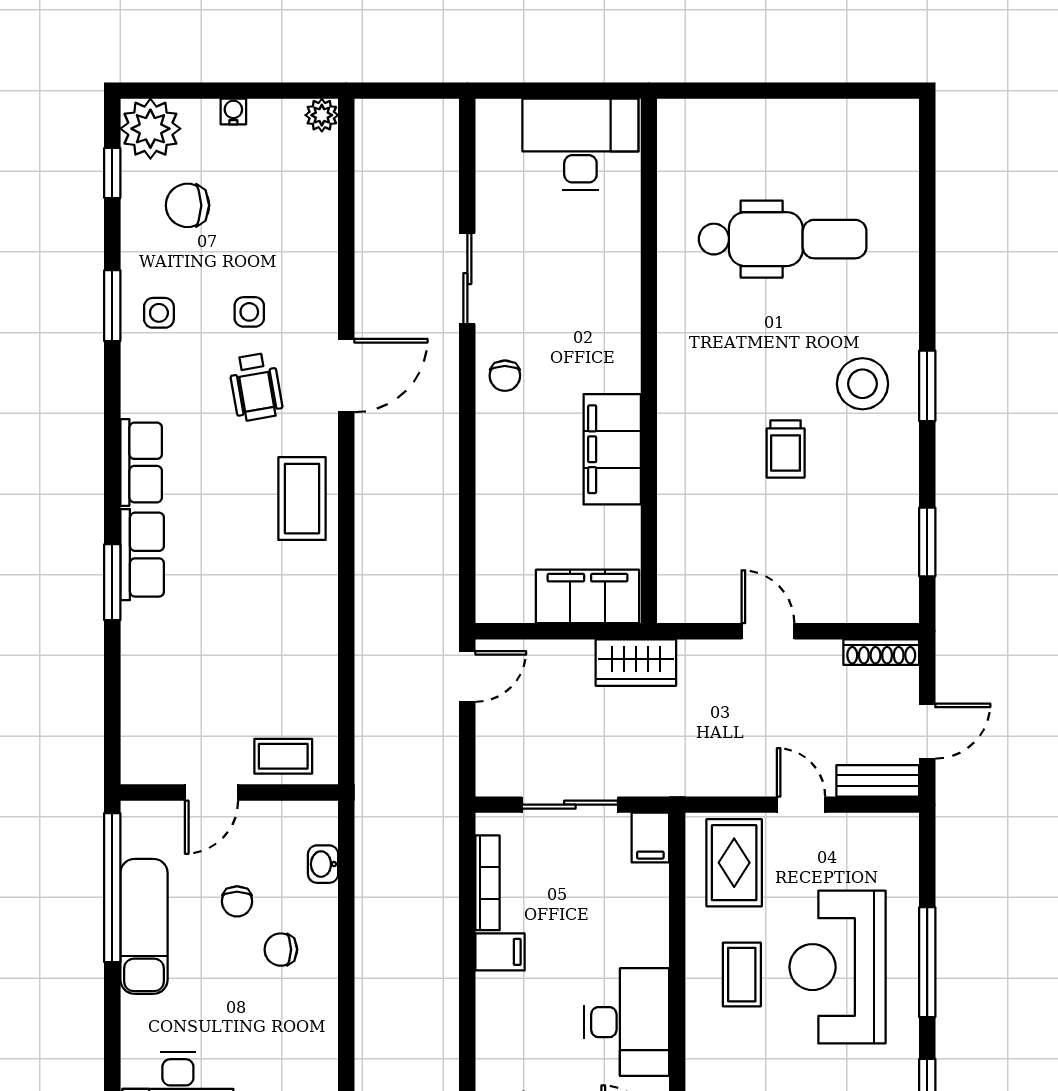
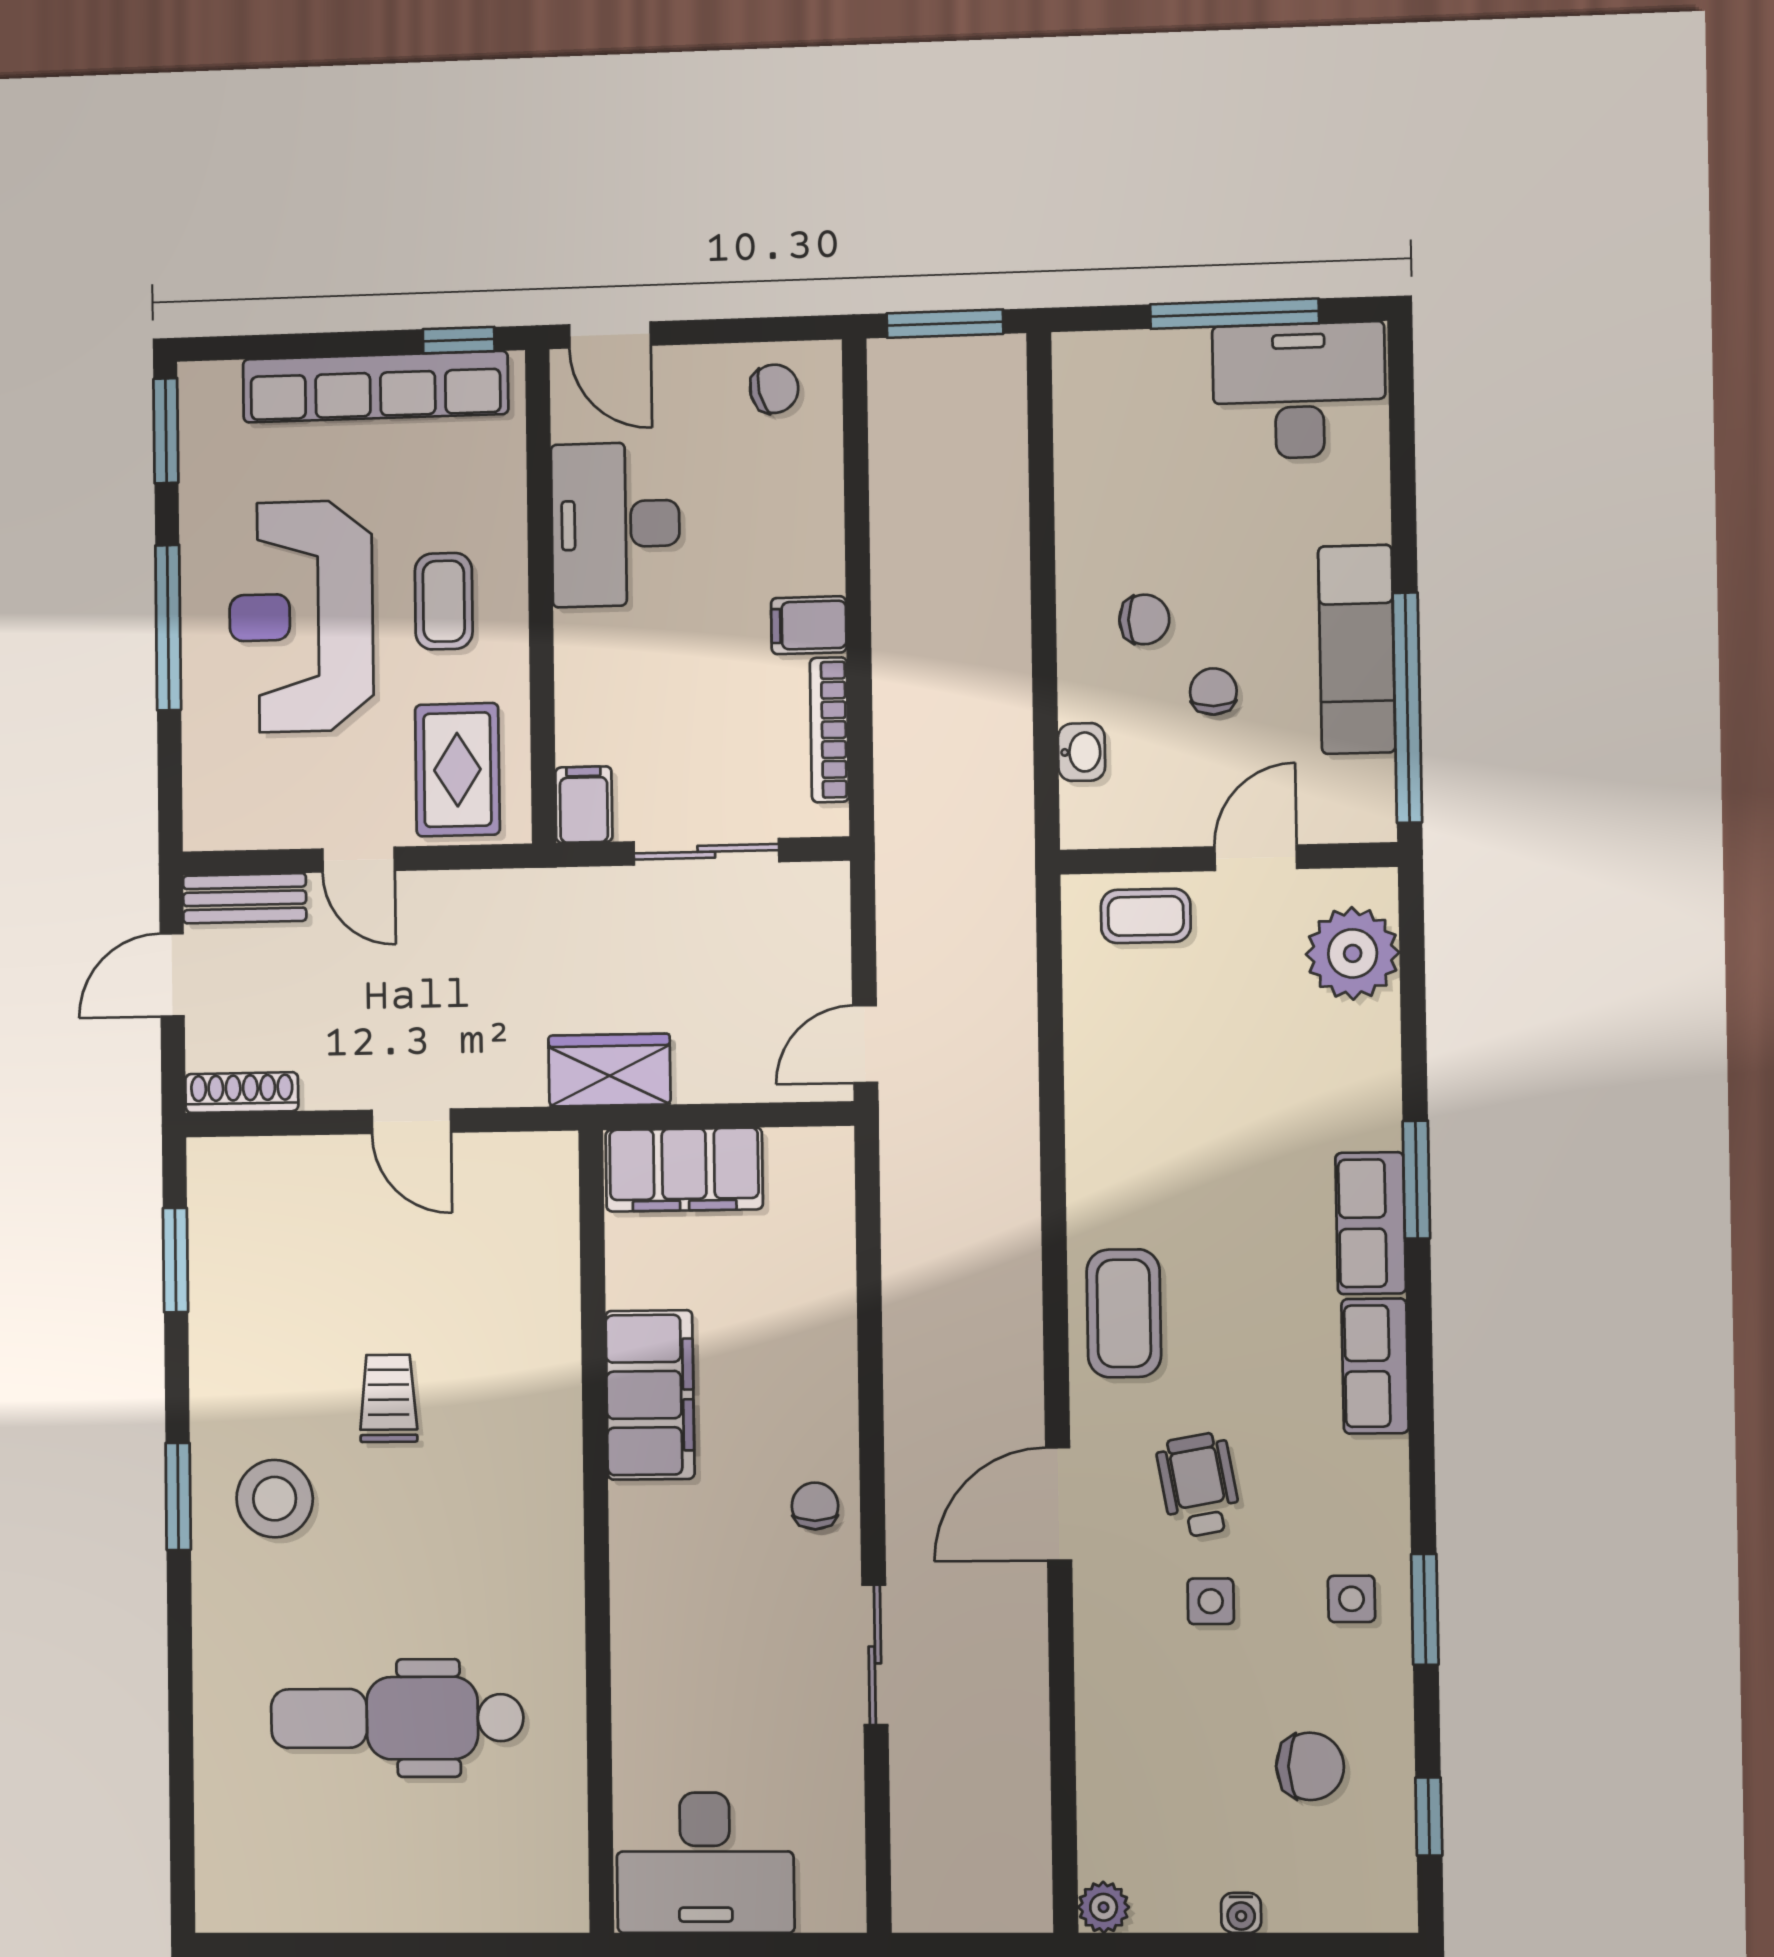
plant: (150, 129) -> (1353, 953), moved
reception desk: (837, 967) -> (301, 617), turned 180

